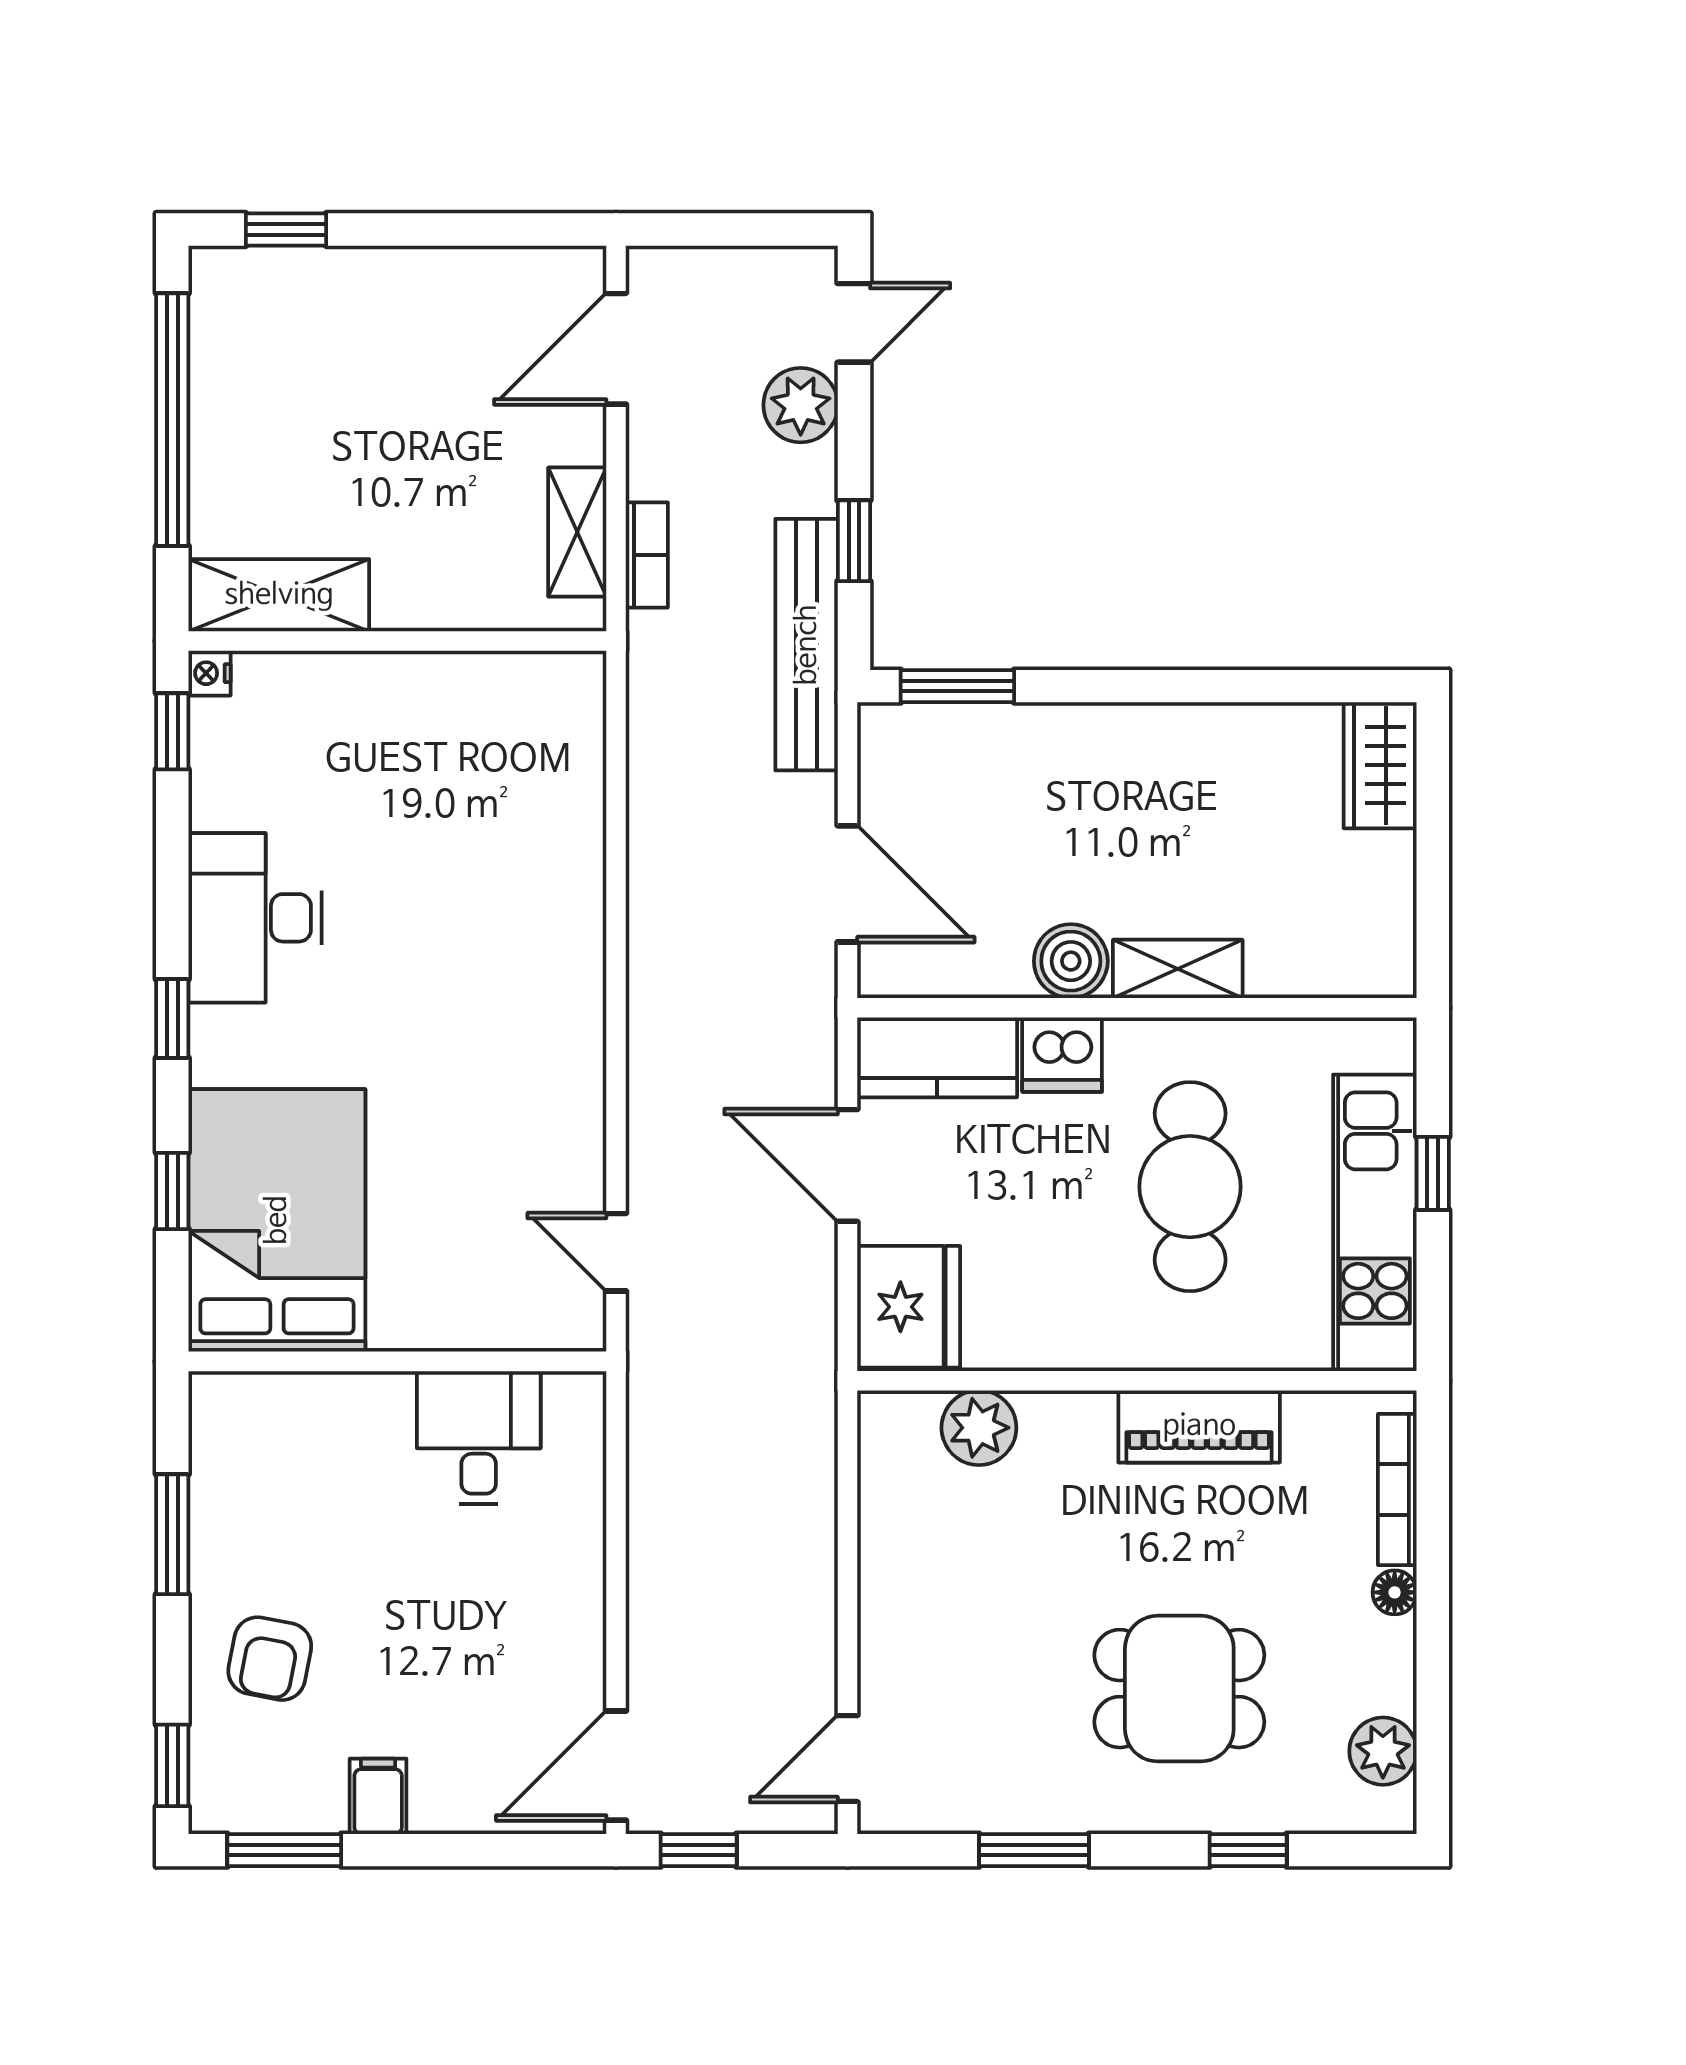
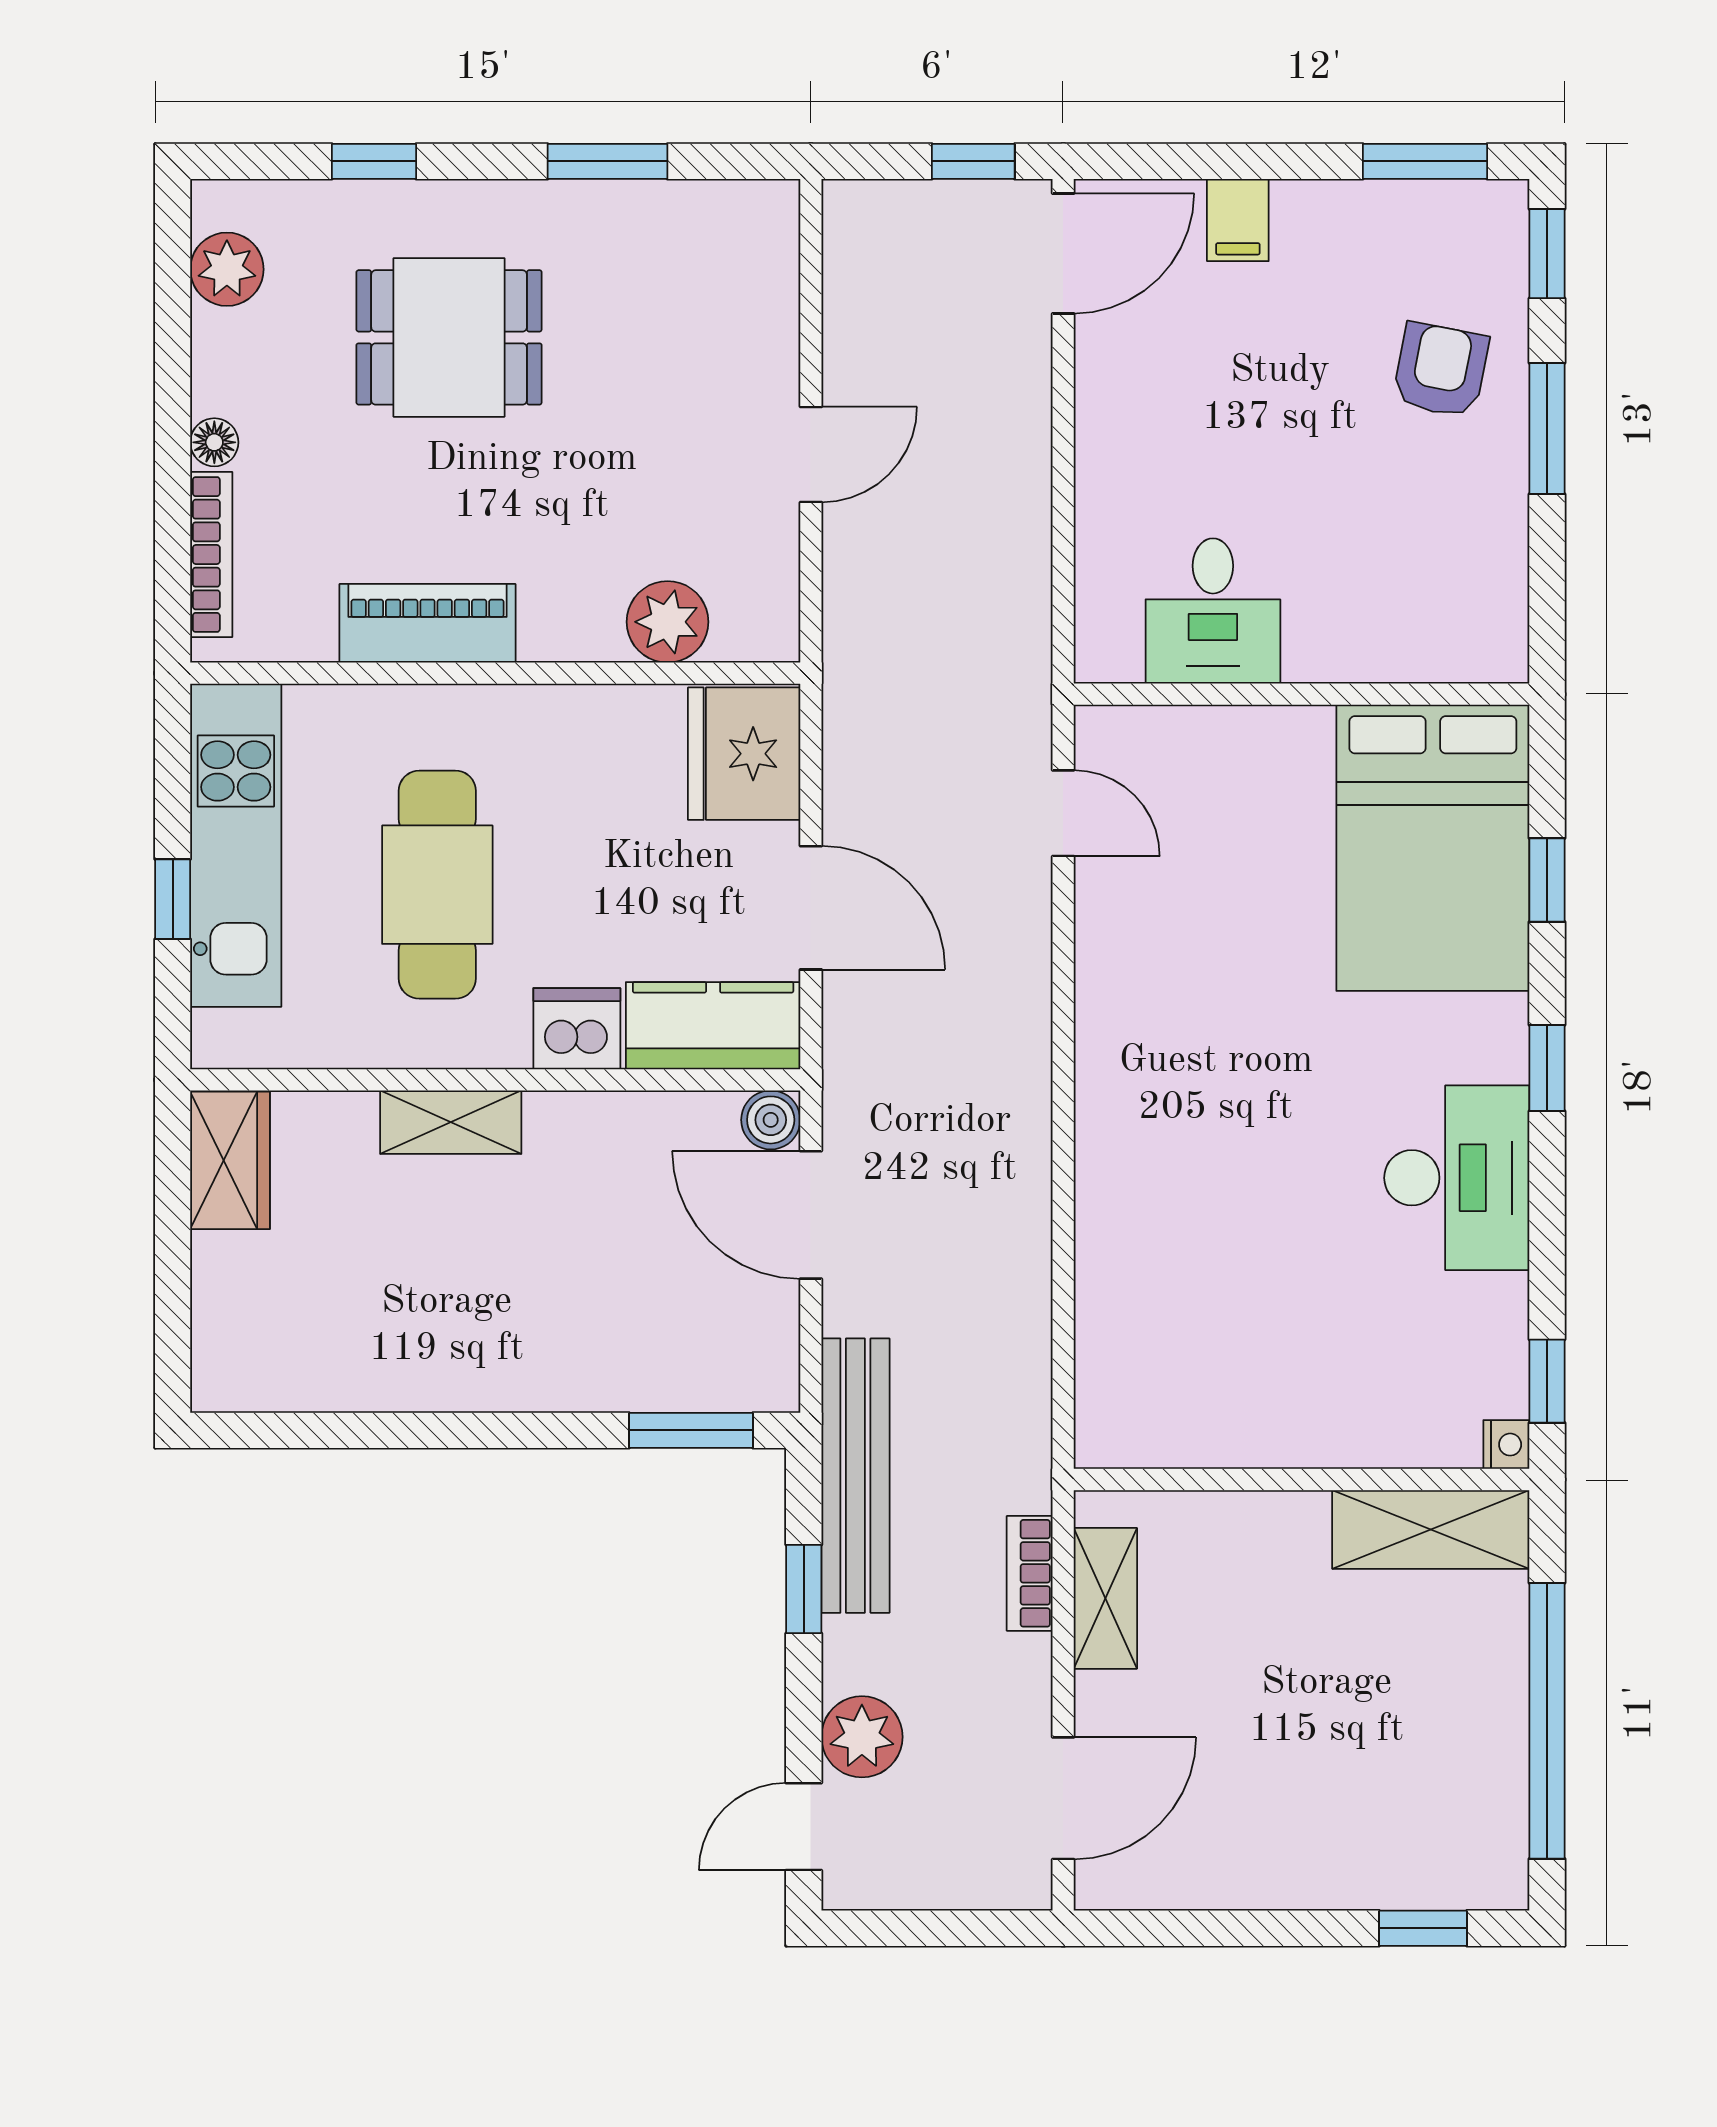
wardrobe: (1380, 765) -> (230, 1160), moved
boiler: (1071, 961) -> (771, 1120), moved, width x0.73, depth x0.73
window: (172, 1534) -> (1547, 428), moved
door: (848, 1759) -> (811, 454), moved
filing cabinet: (378, 1796) -> (1238, 220), moved

